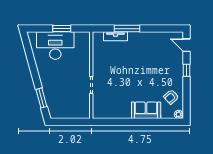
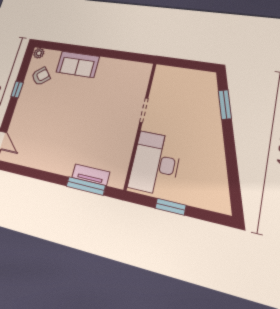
window: (127, 29) -> (86, 186), moved
desk: (55, 46) -> (155, 163), moved, turned 90
window: (186, 70) -> (17, 89), moved

